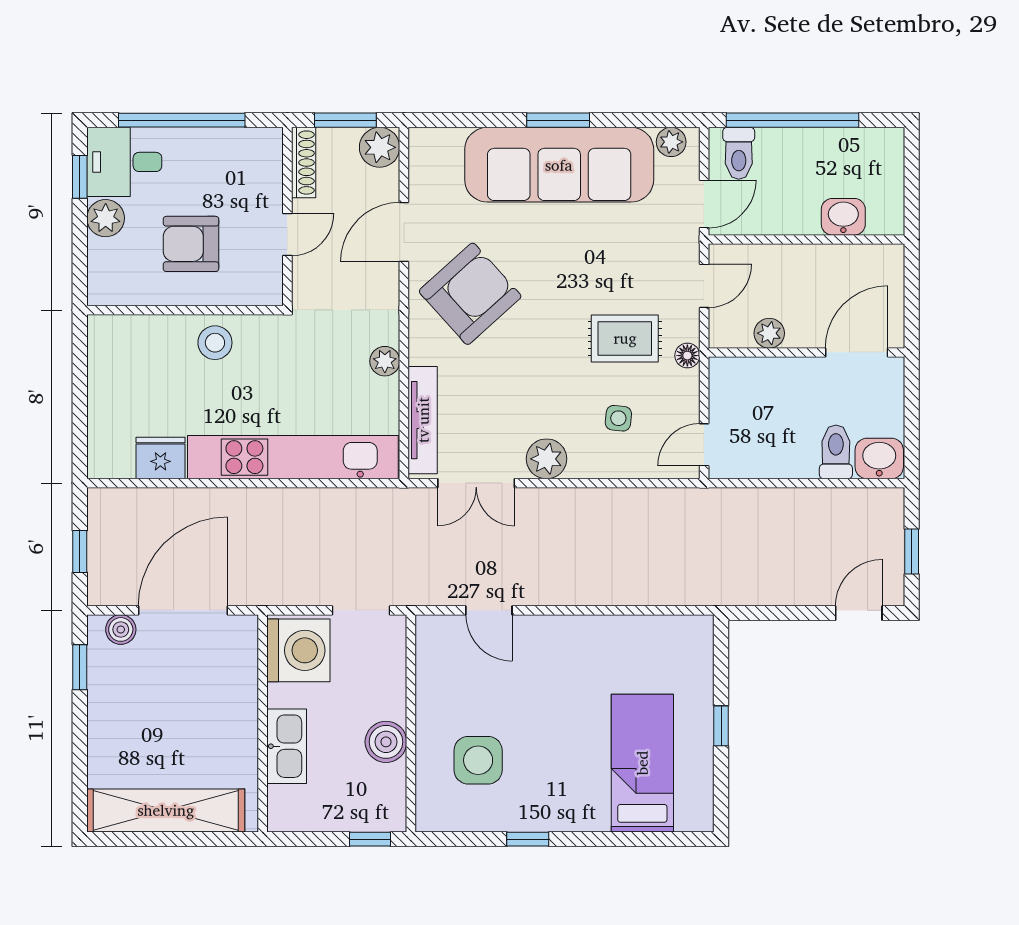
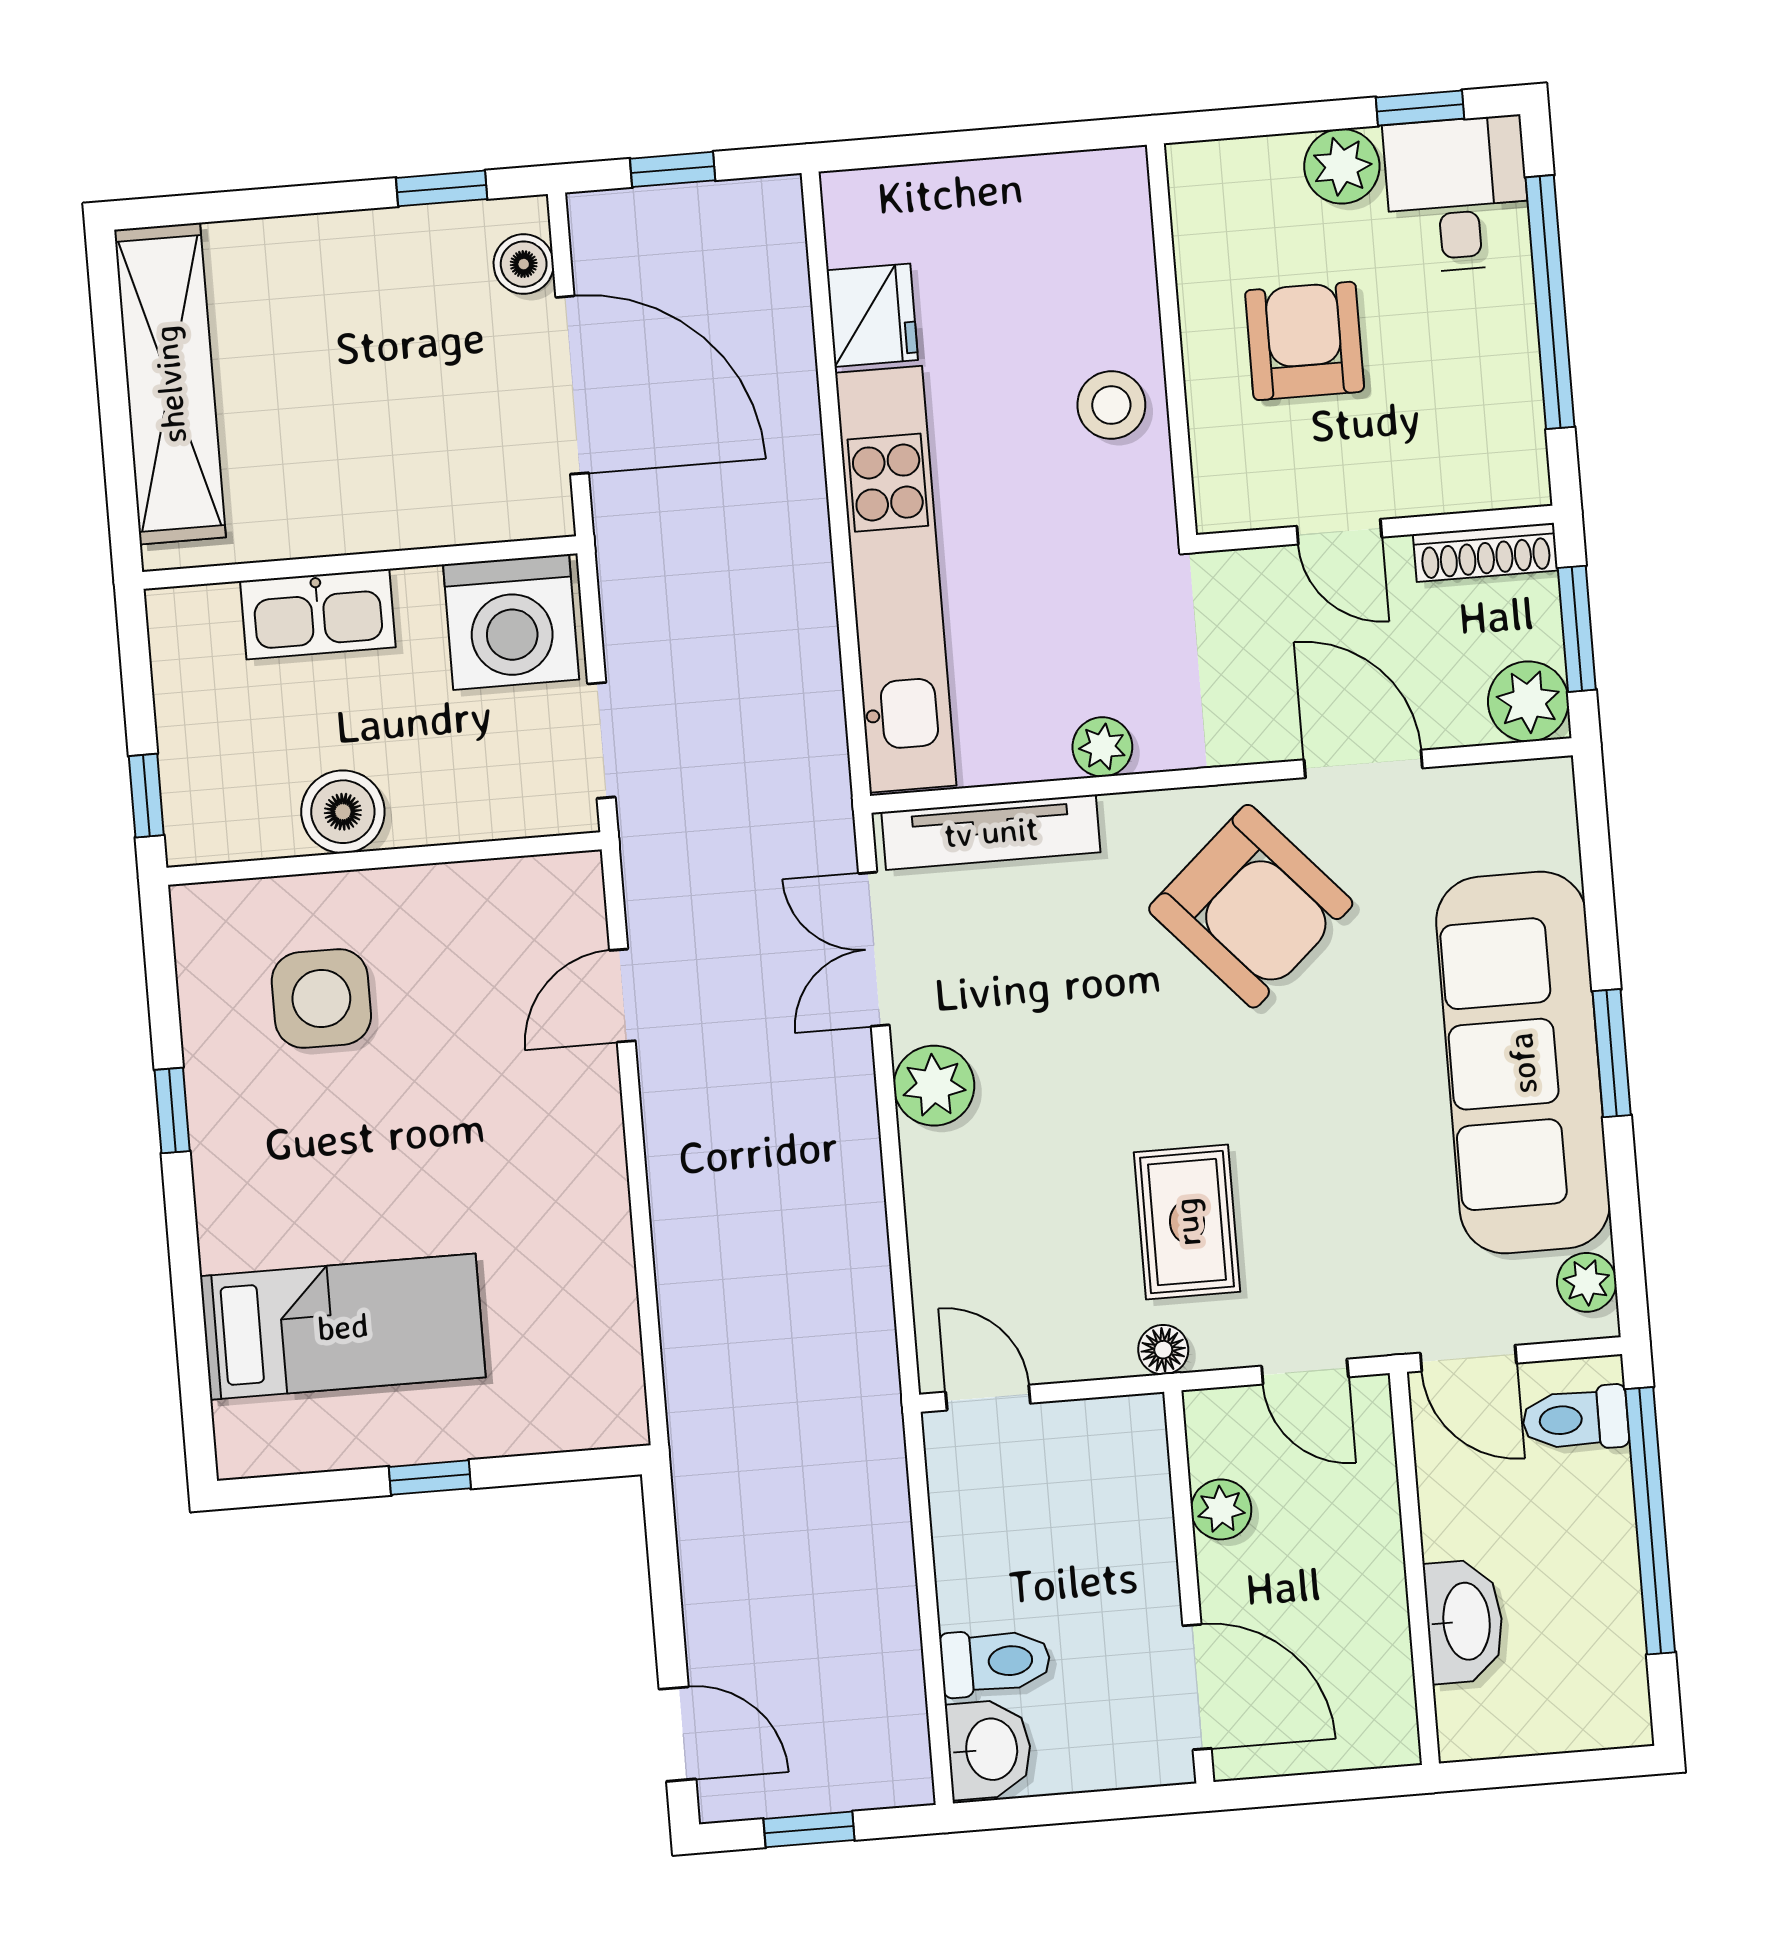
washbasin: (843, 217) -> (1464, 1621), width x1.38
side table: (618, 418) -> (1027, 1222), removed

